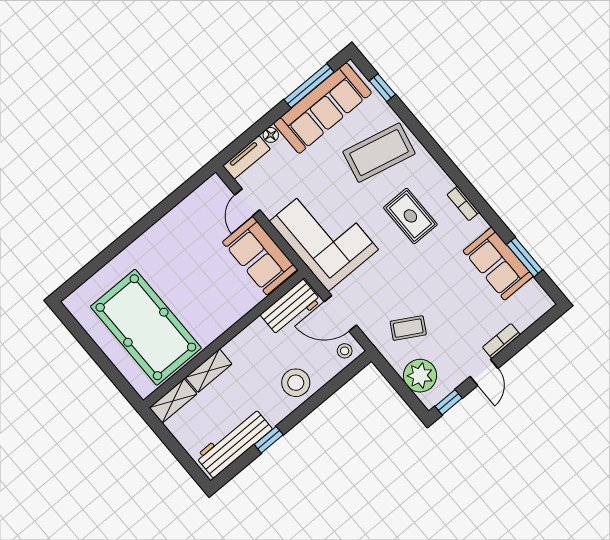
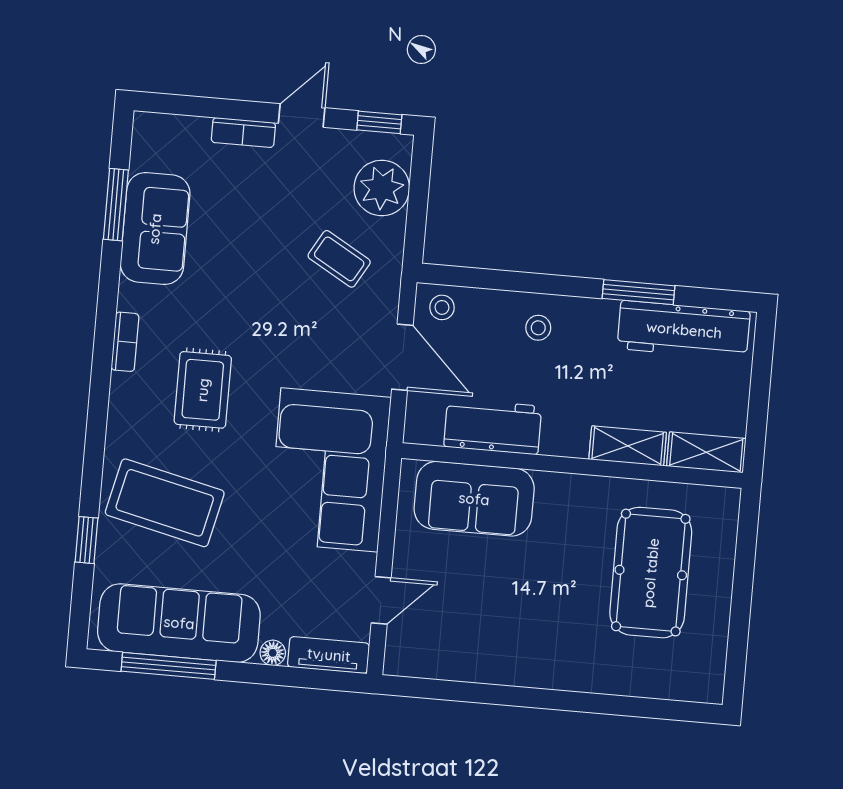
window: (382, 88) -> (87, 540), moved
sofa: (260, 256) -> (474, 499), moved, turned 90
workbench: (291, 308) -> (493, 426), moved
pool table: (146, 327) -> (651, 573), width x0.73, depth x0.76
stool: (296, 383) -> (538, 328), width x0.53, depth x0.53
window: (269, 440) -> (639, 292), width x1.50

